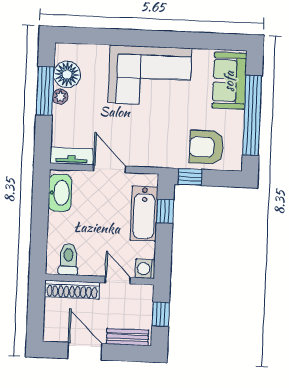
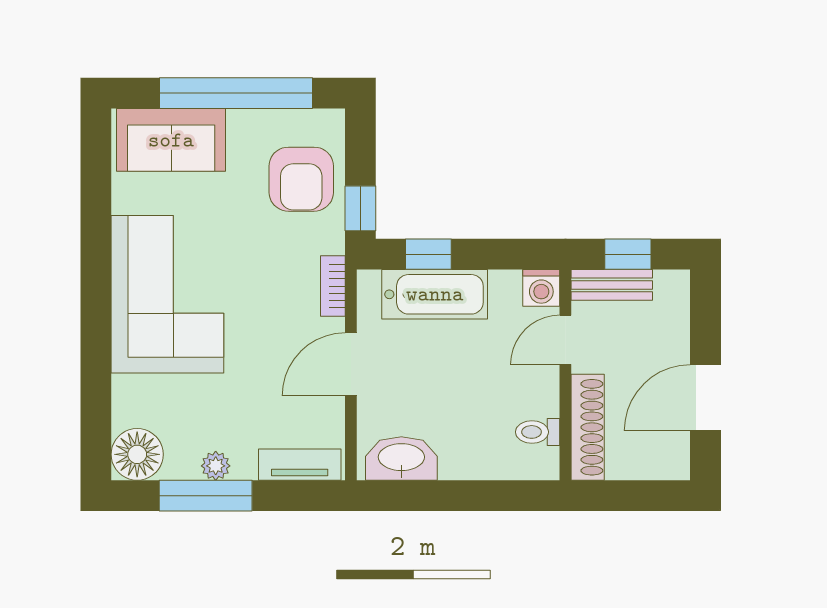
floor lamp: (67, 74) -> (137, 454), moved
tv unit: (72, 156) -> (300, 465), moved, turned 90
bookcase: (151, 161) -> (333, 286), added
toilet: (68, 259) -> (538, 432), width x0.73, depth x0.72
bench: (128, 337) -> (612, 285), moved, turned 90

